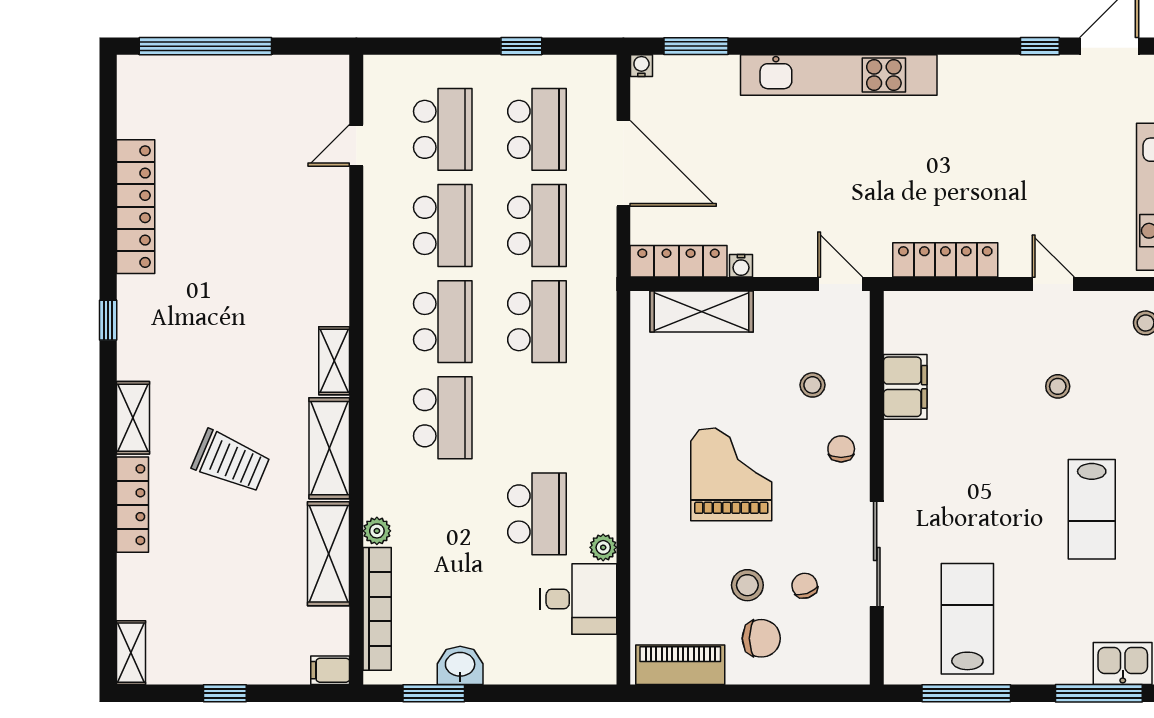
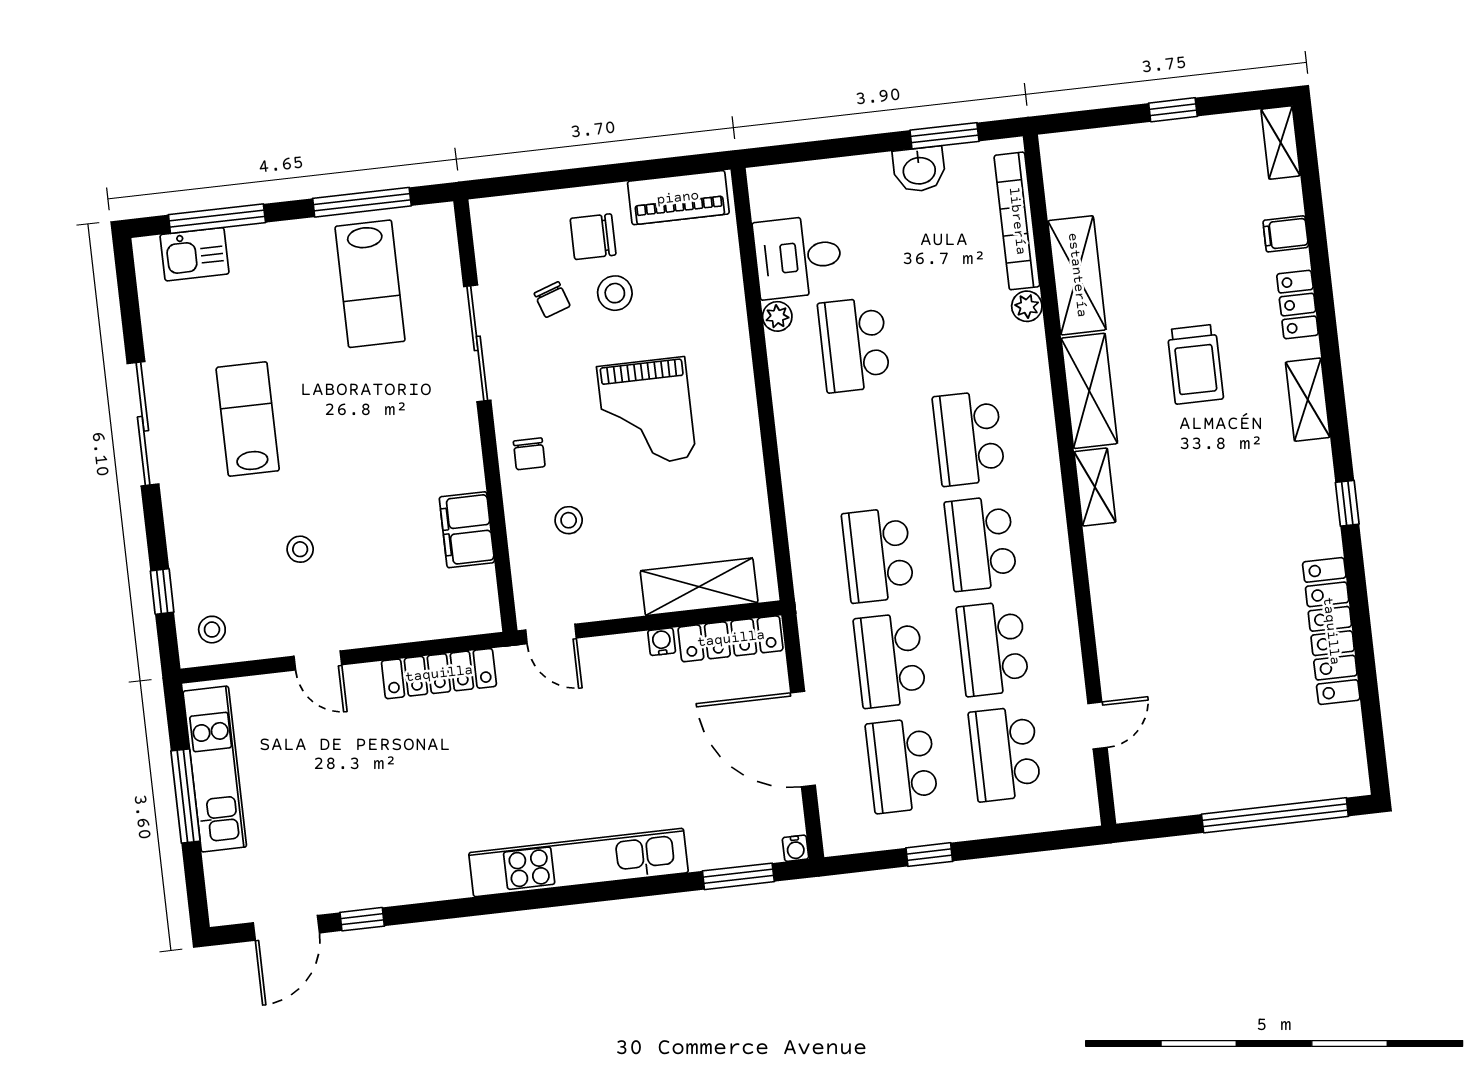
trolley: (231, 461) -> (1195, 364), turned -113
locker: (132, 505) -> (1298, 305), width x0.66
filing cabinet: (330, 670) -> (1286, 234), moved, turned 180

